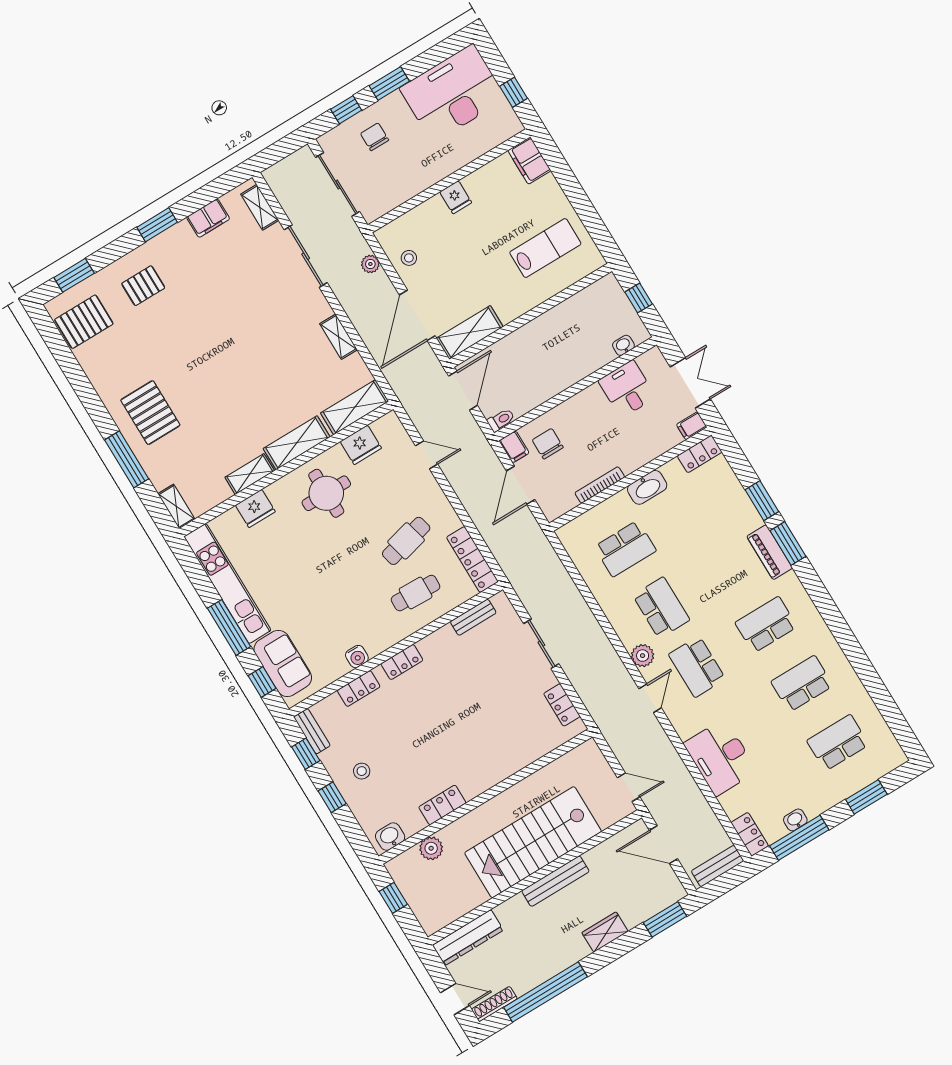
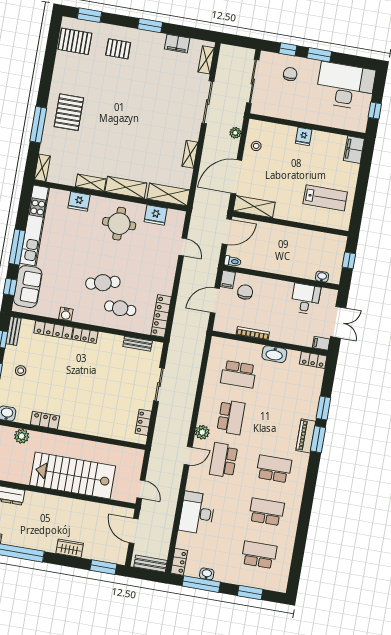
cafe table: (406, 541) -> (103, 283), moved
locker: (359, 689) -> (53, 330), width x1.53
bench: (555, 881) -> (67, 503), removed

